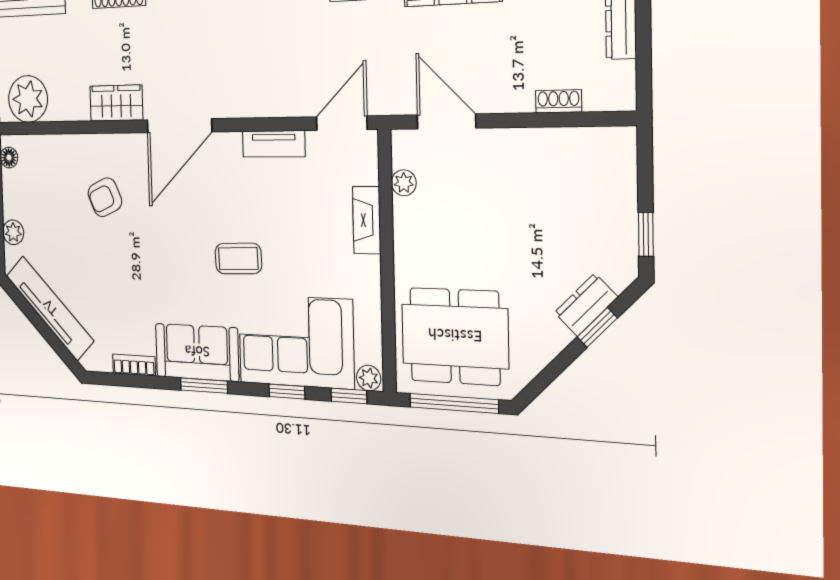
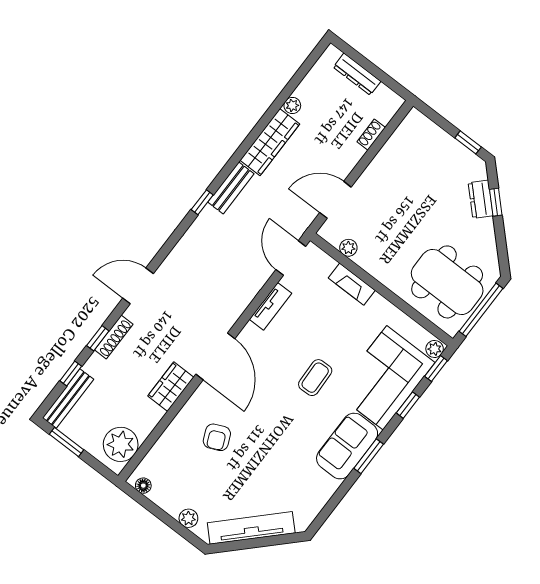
dining table: (455, 336) -> (447, 282), turned 90
bookcase: (134, 365) -> (325, 495), removed

